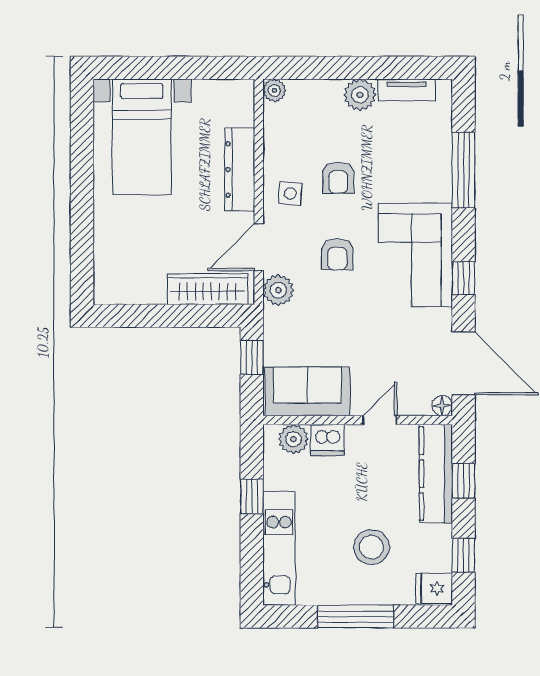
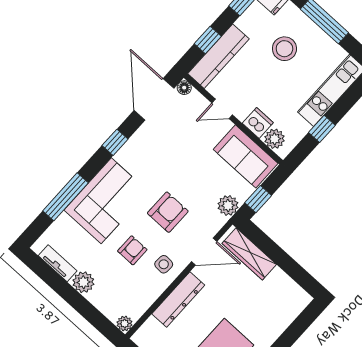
armchair: (337, 254) -> (168, 212), width x1.38, depth x1.38
corner sofa: (415, 255) -> (106, 201), moved
plant: (278, 290) -> (228, 205), moved

